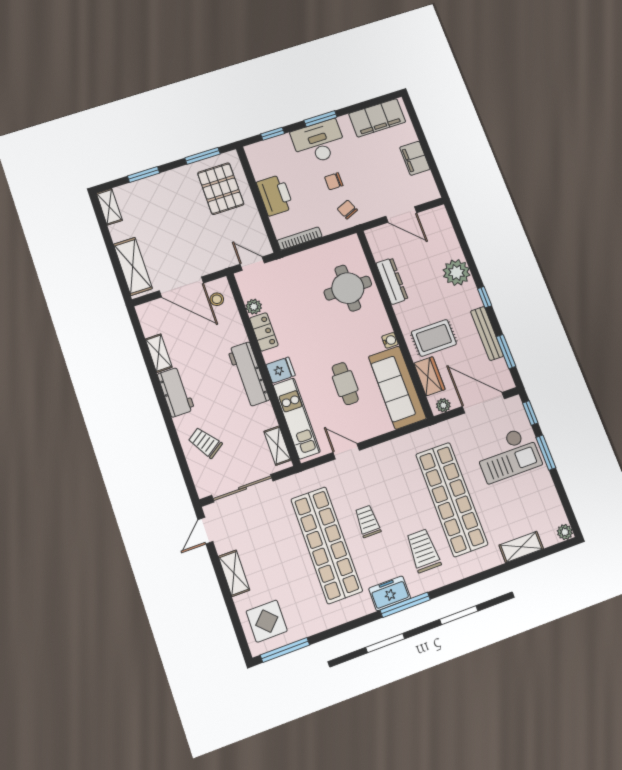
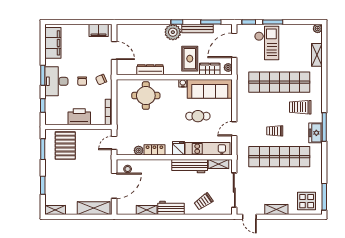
filing cabinet: (415, 158) -> (99, 30), moved
pallet: (221, 189) -> (65, 146), turned 90
door: (401, 215) -> (114, 50), hinge flipped
plant: (457, 272) -> (173, 32), moved
workbench: (249, 374) -> (190, 166), moved

